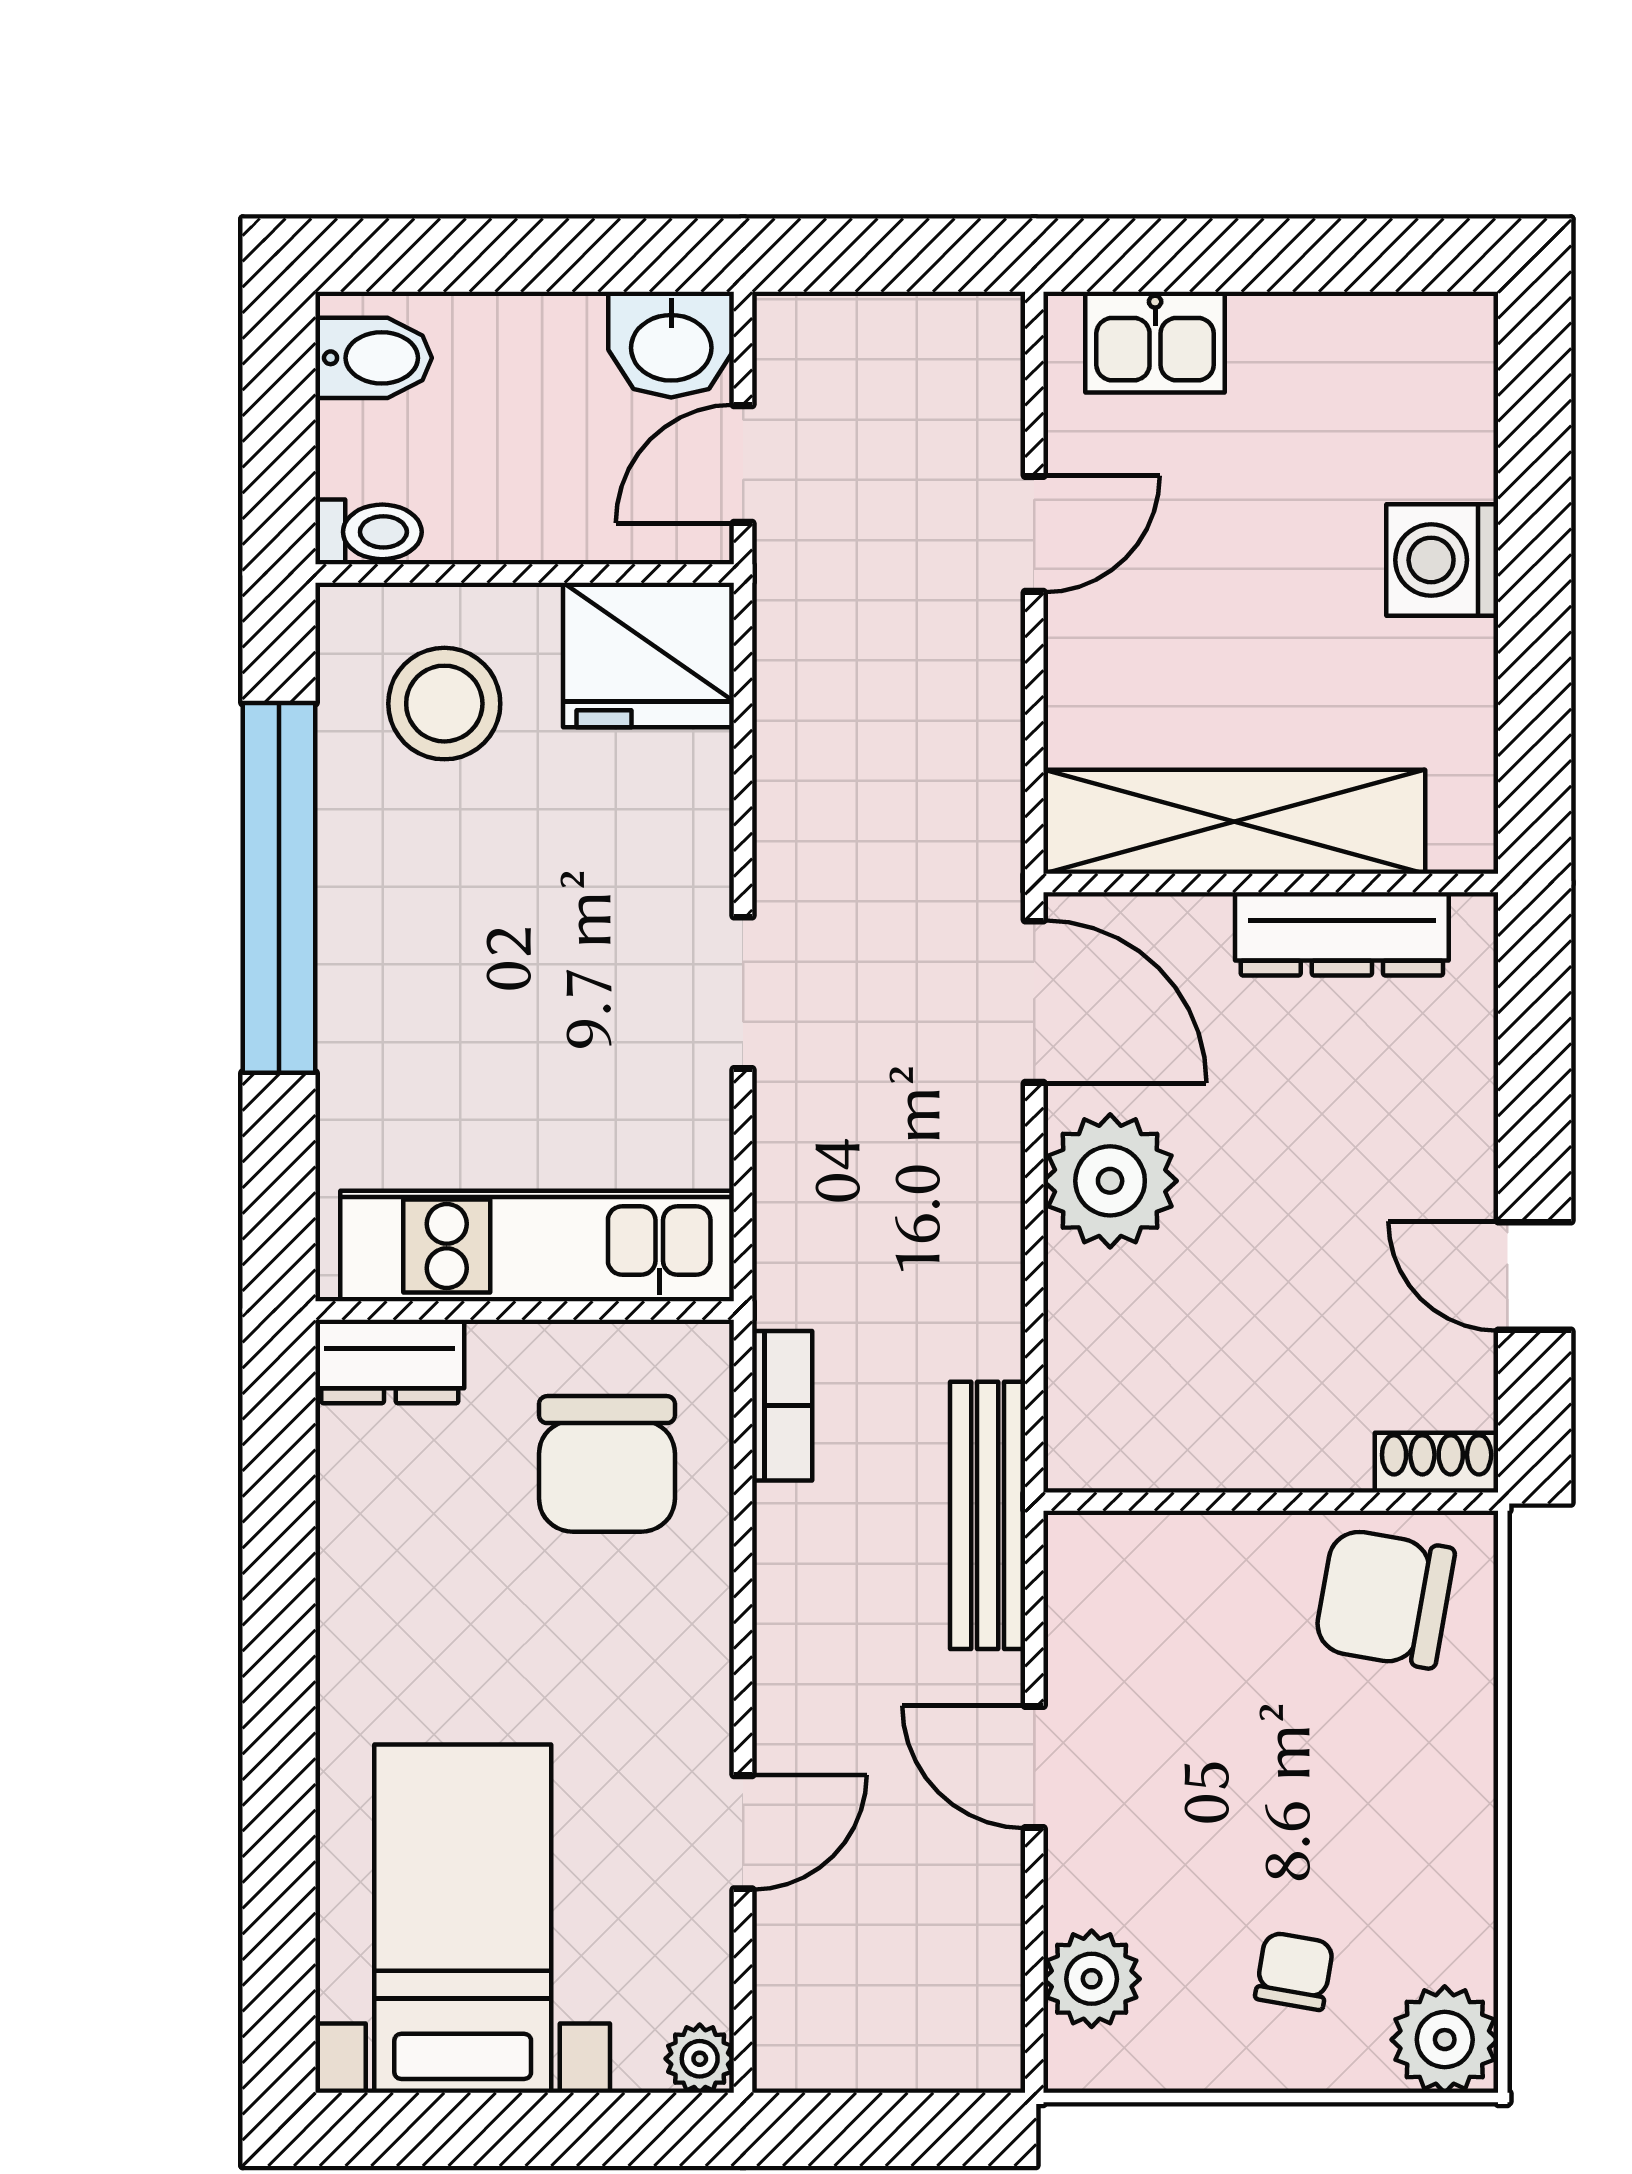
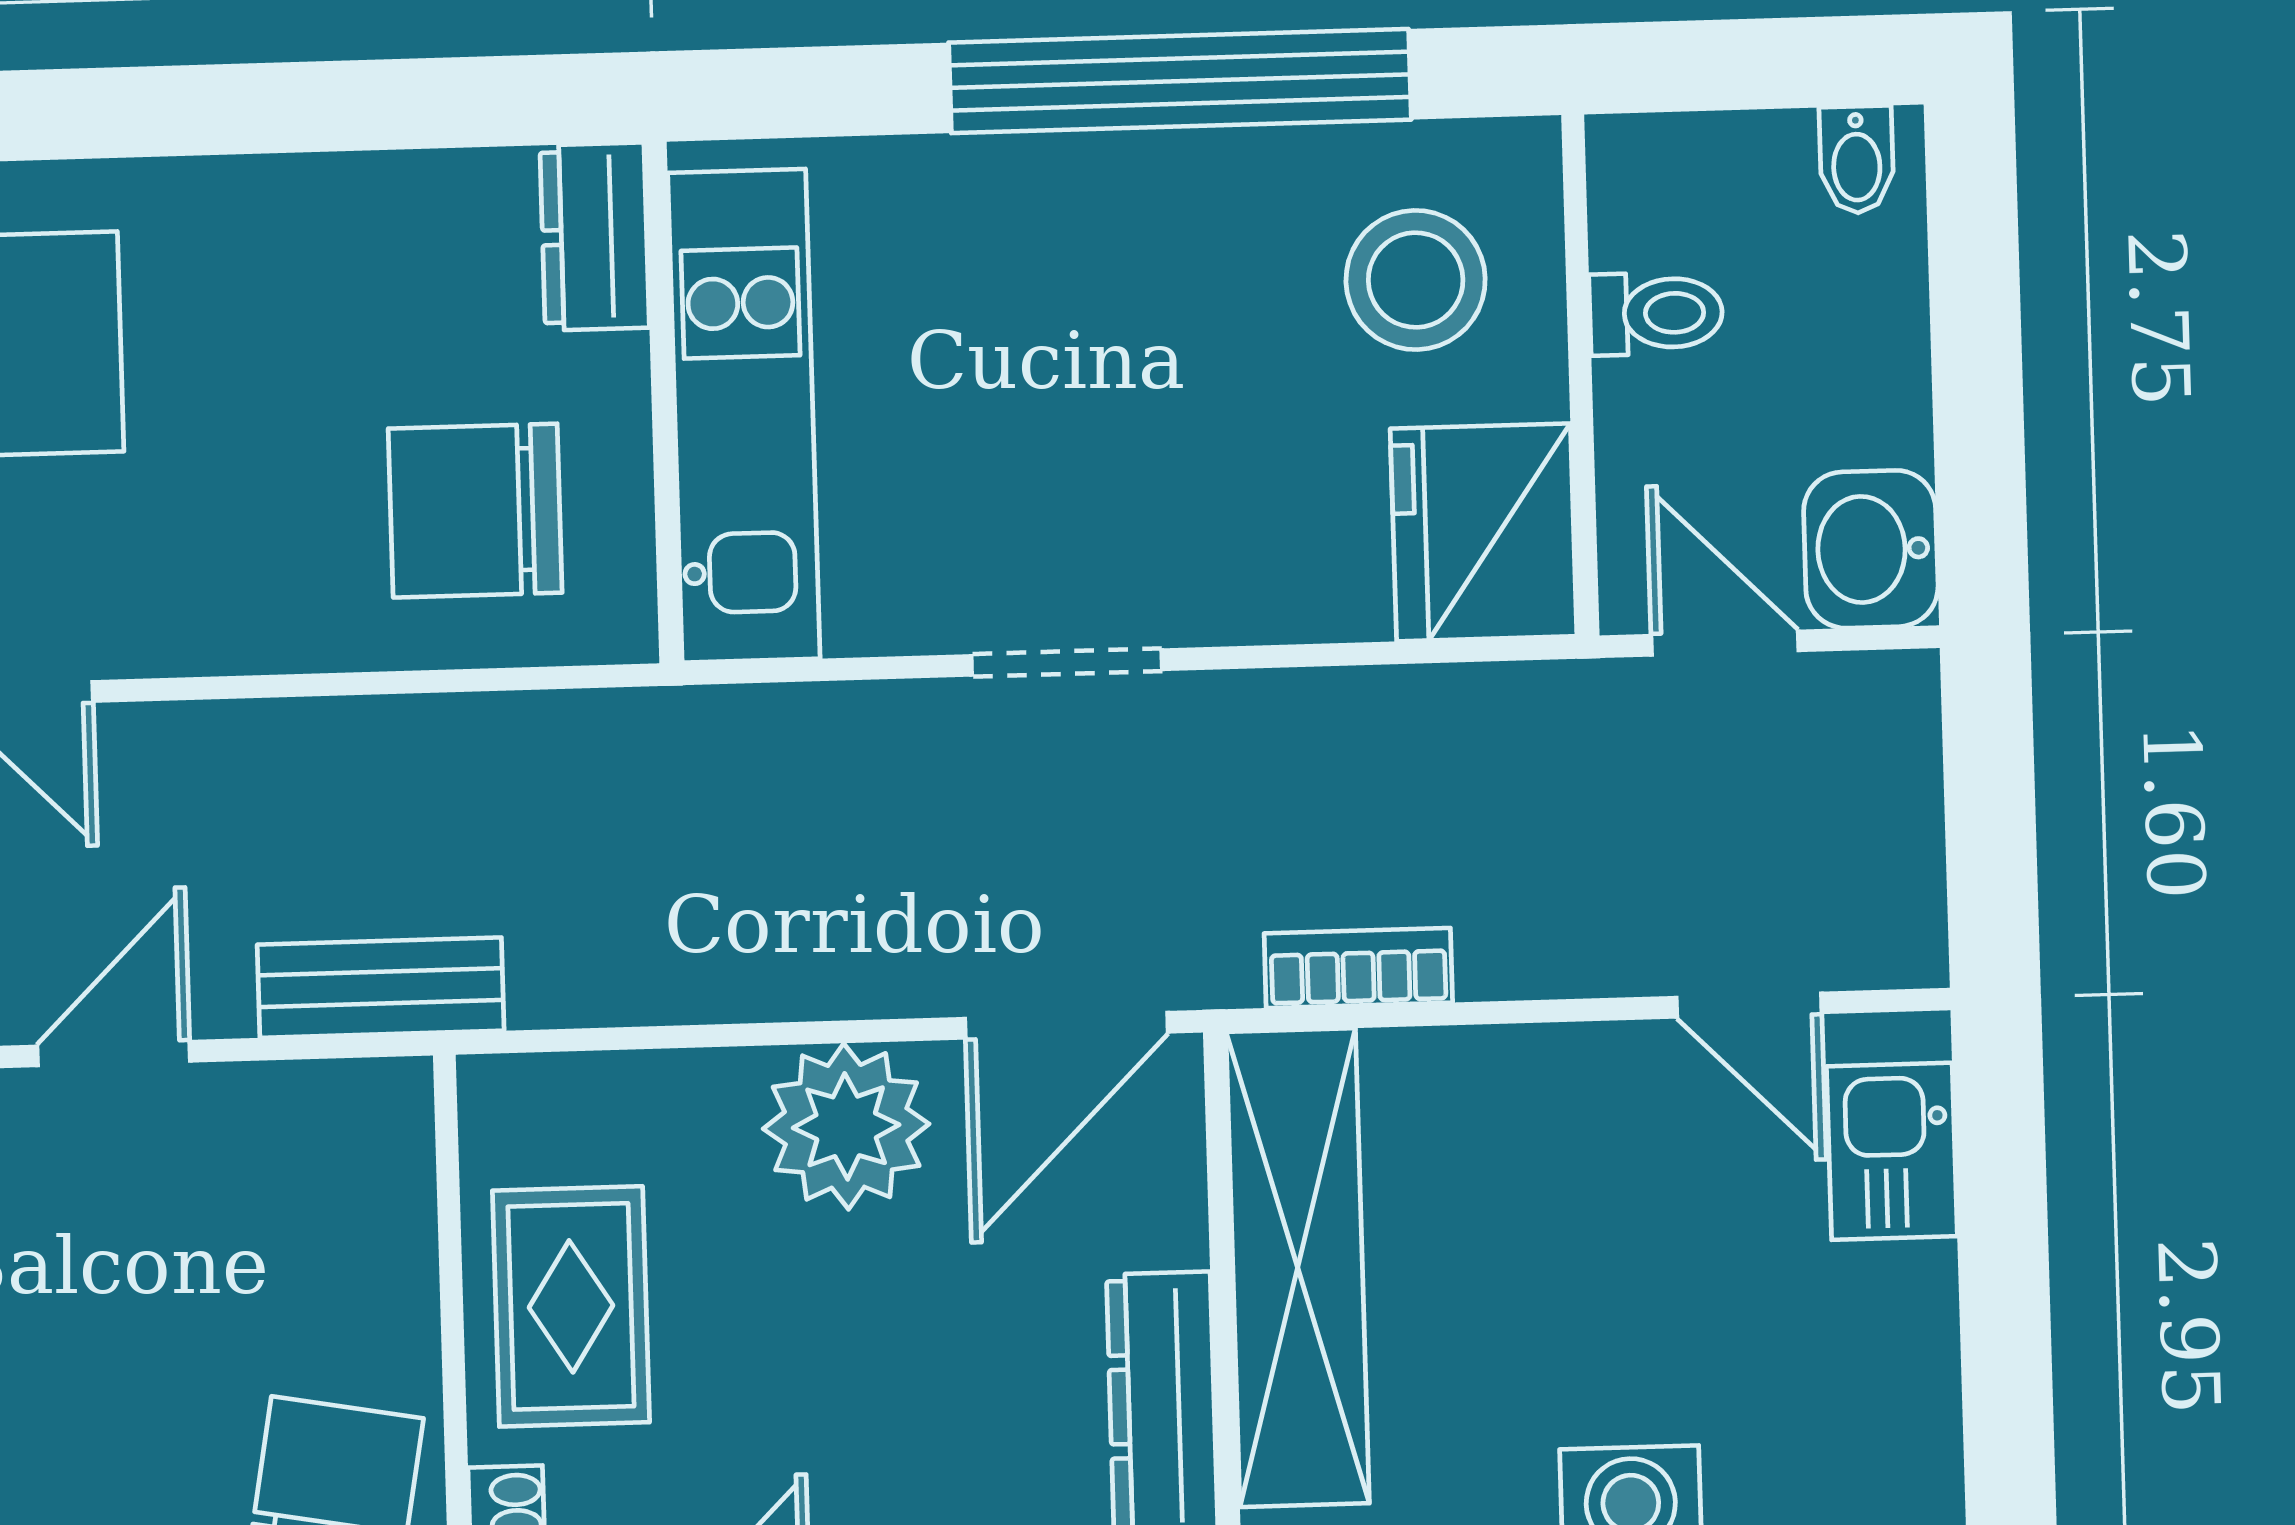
bidet: (374, 358) -> (1857, 160), width x0.72, depth x0.74
toilet: (369, 532) -> (1656, 313), moved, turned -90
door: (1034, 534) -> (1749, 1005), moved
bookcase: (782, 1406) -> (1358, 968), moved, turned 180
rug: (1248, 1406) -> (571, 1306), added
bench: (988, 1515) -> (381, 988), width x0.73

